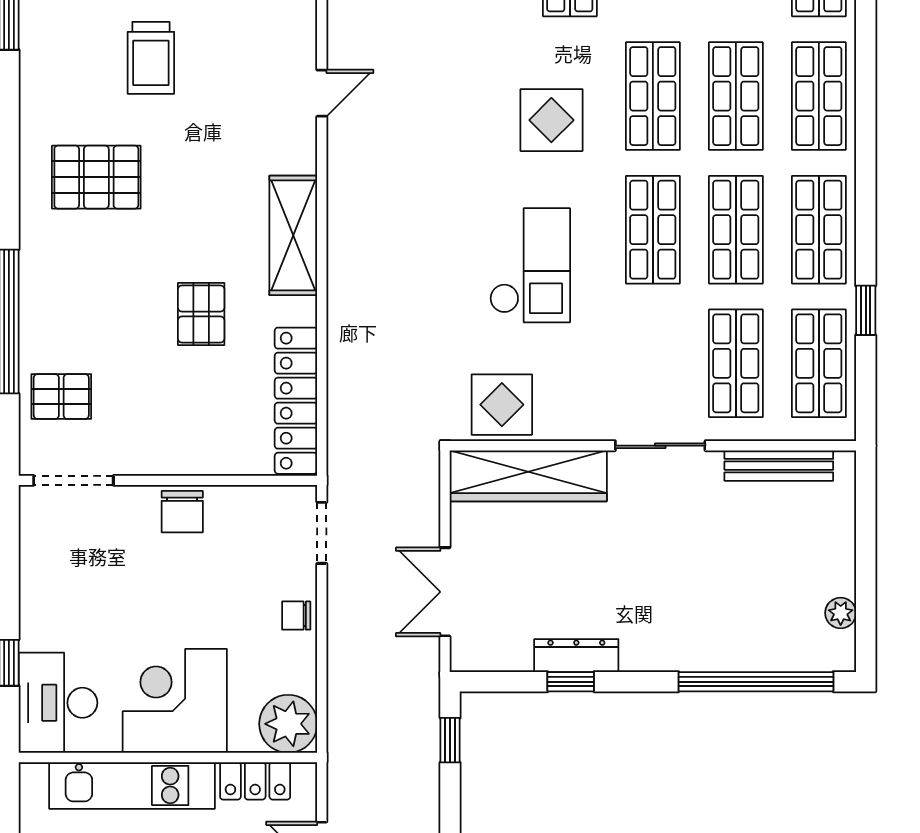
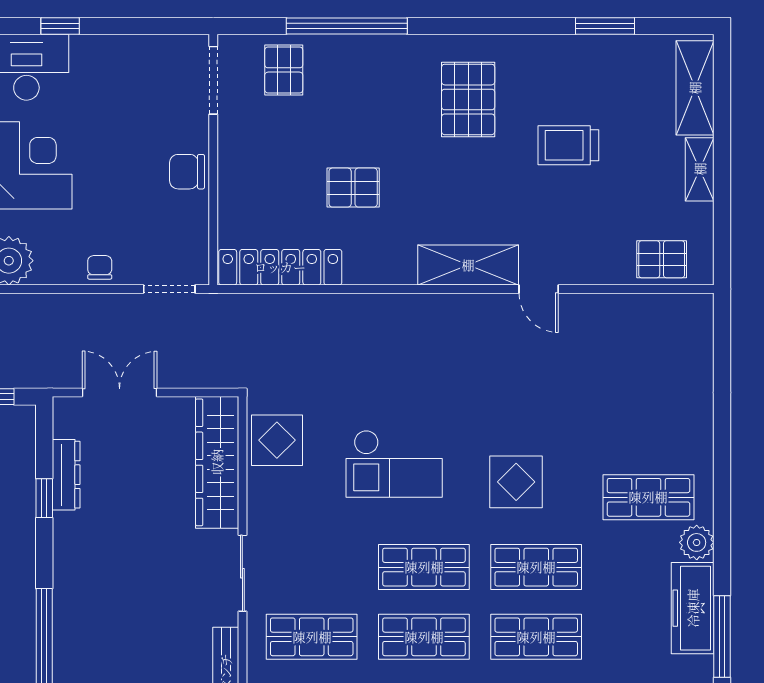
shelving: (293, 235) -> (468, 265), moved
dresser: (576, 656) -> (66, 475), moved

